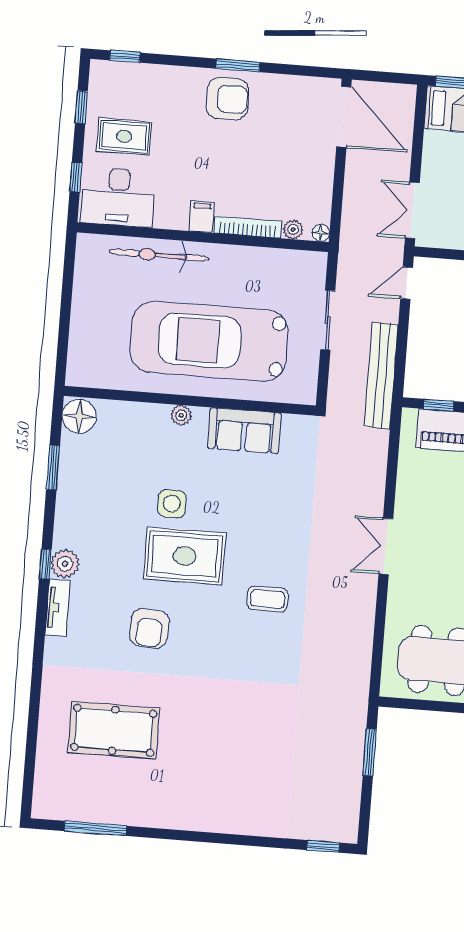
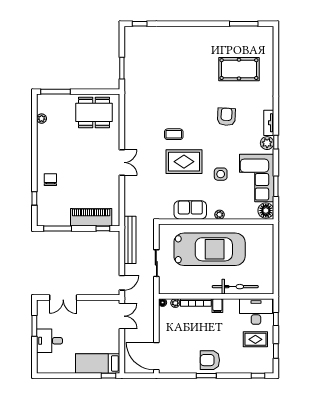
corner sofa: (94, 489) -> (257, 178), added
rug: (185, 556) -> (184, 162), moved

